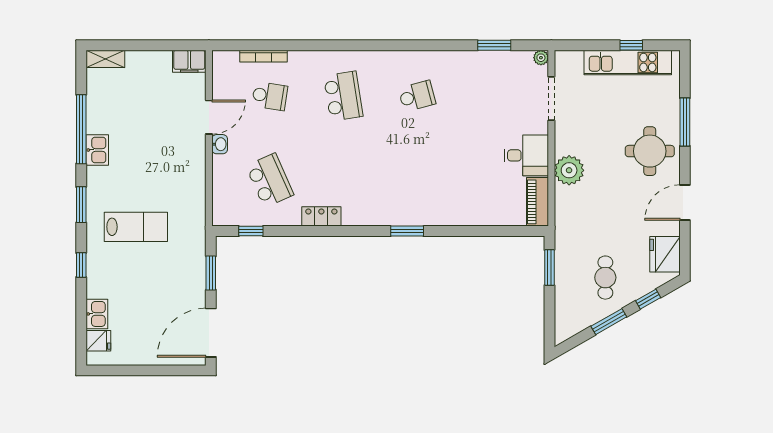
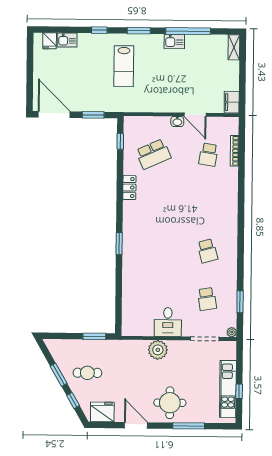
school desk: (343, 96) -> (207, 299), moved, width x0.54
piano: (538, 202) -> (137, 329), removed

